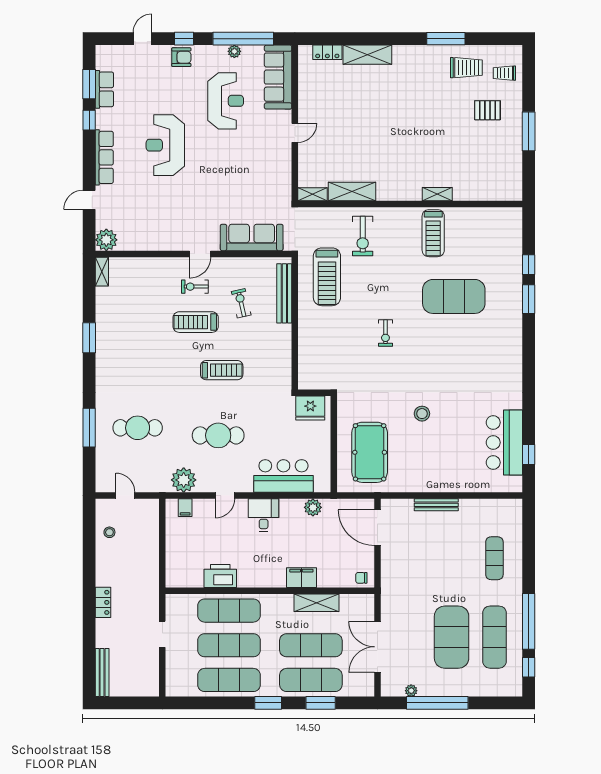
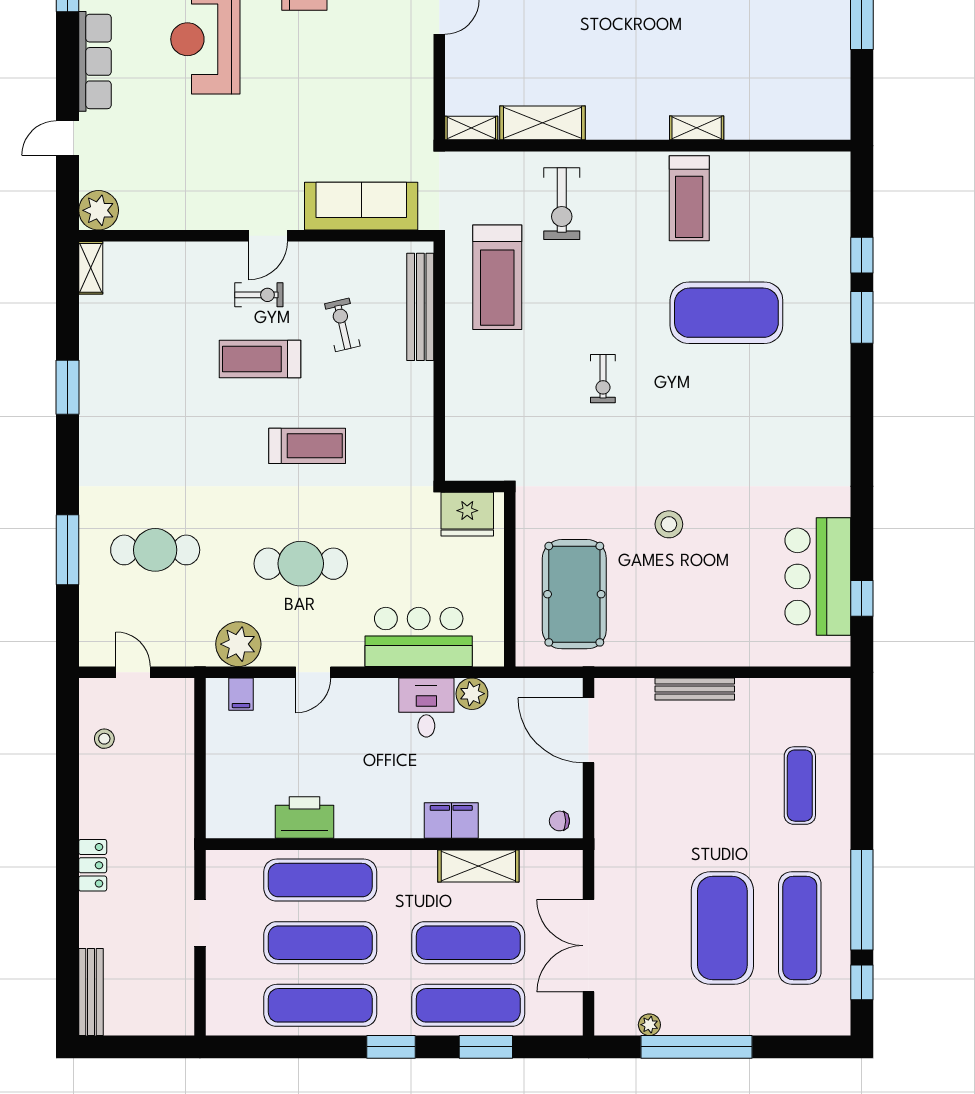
exercise bike: (195, 287) -> (259, 295), turned 180
desk: (264, 515) -> (426, 708), moved

